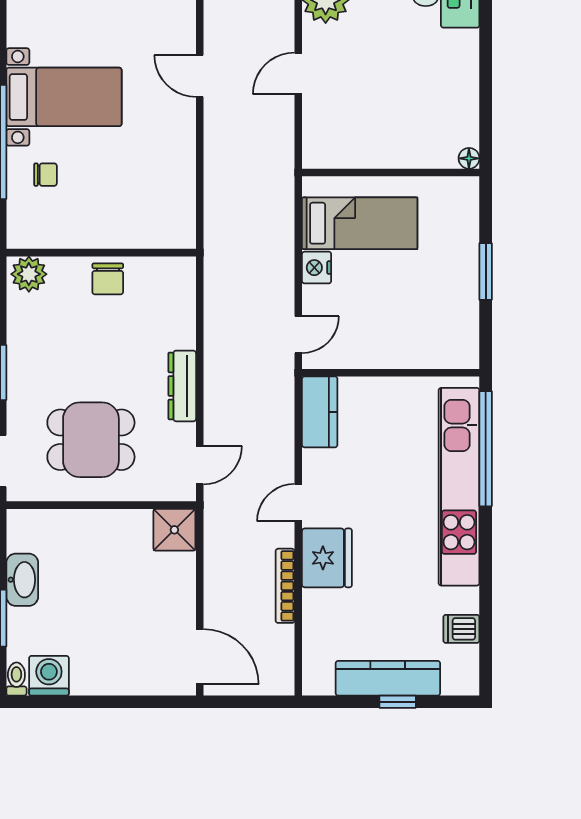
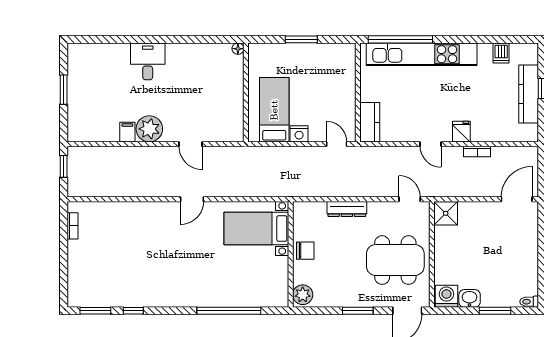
bed with nightstands: (64, 97) -> (256, 228), moved, turned -90
chair: (45, 175) -> (247, 285), removed
dresser: (182, 386) -> (347, 209), moved
kitchen counter: (320, 412) -> (370, 122), moved, turned 90
dining table: (91, 440) -> (395, 260), width x1.38
fridge: (327, 558) -> (461, 132), width x0.53, depth x0.75
washbasin: (22, 580) -> (470, 298), width x0.72
bookcase: (285, 586) -> (477, 151), width x0.64
washing machine: (49, 676) -> (446, 296), moved, turned 90

